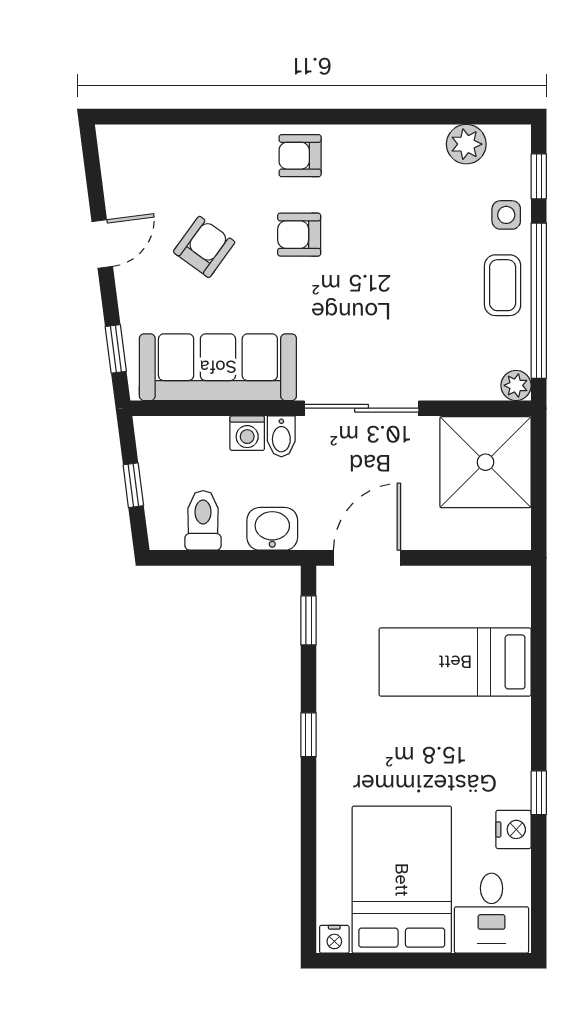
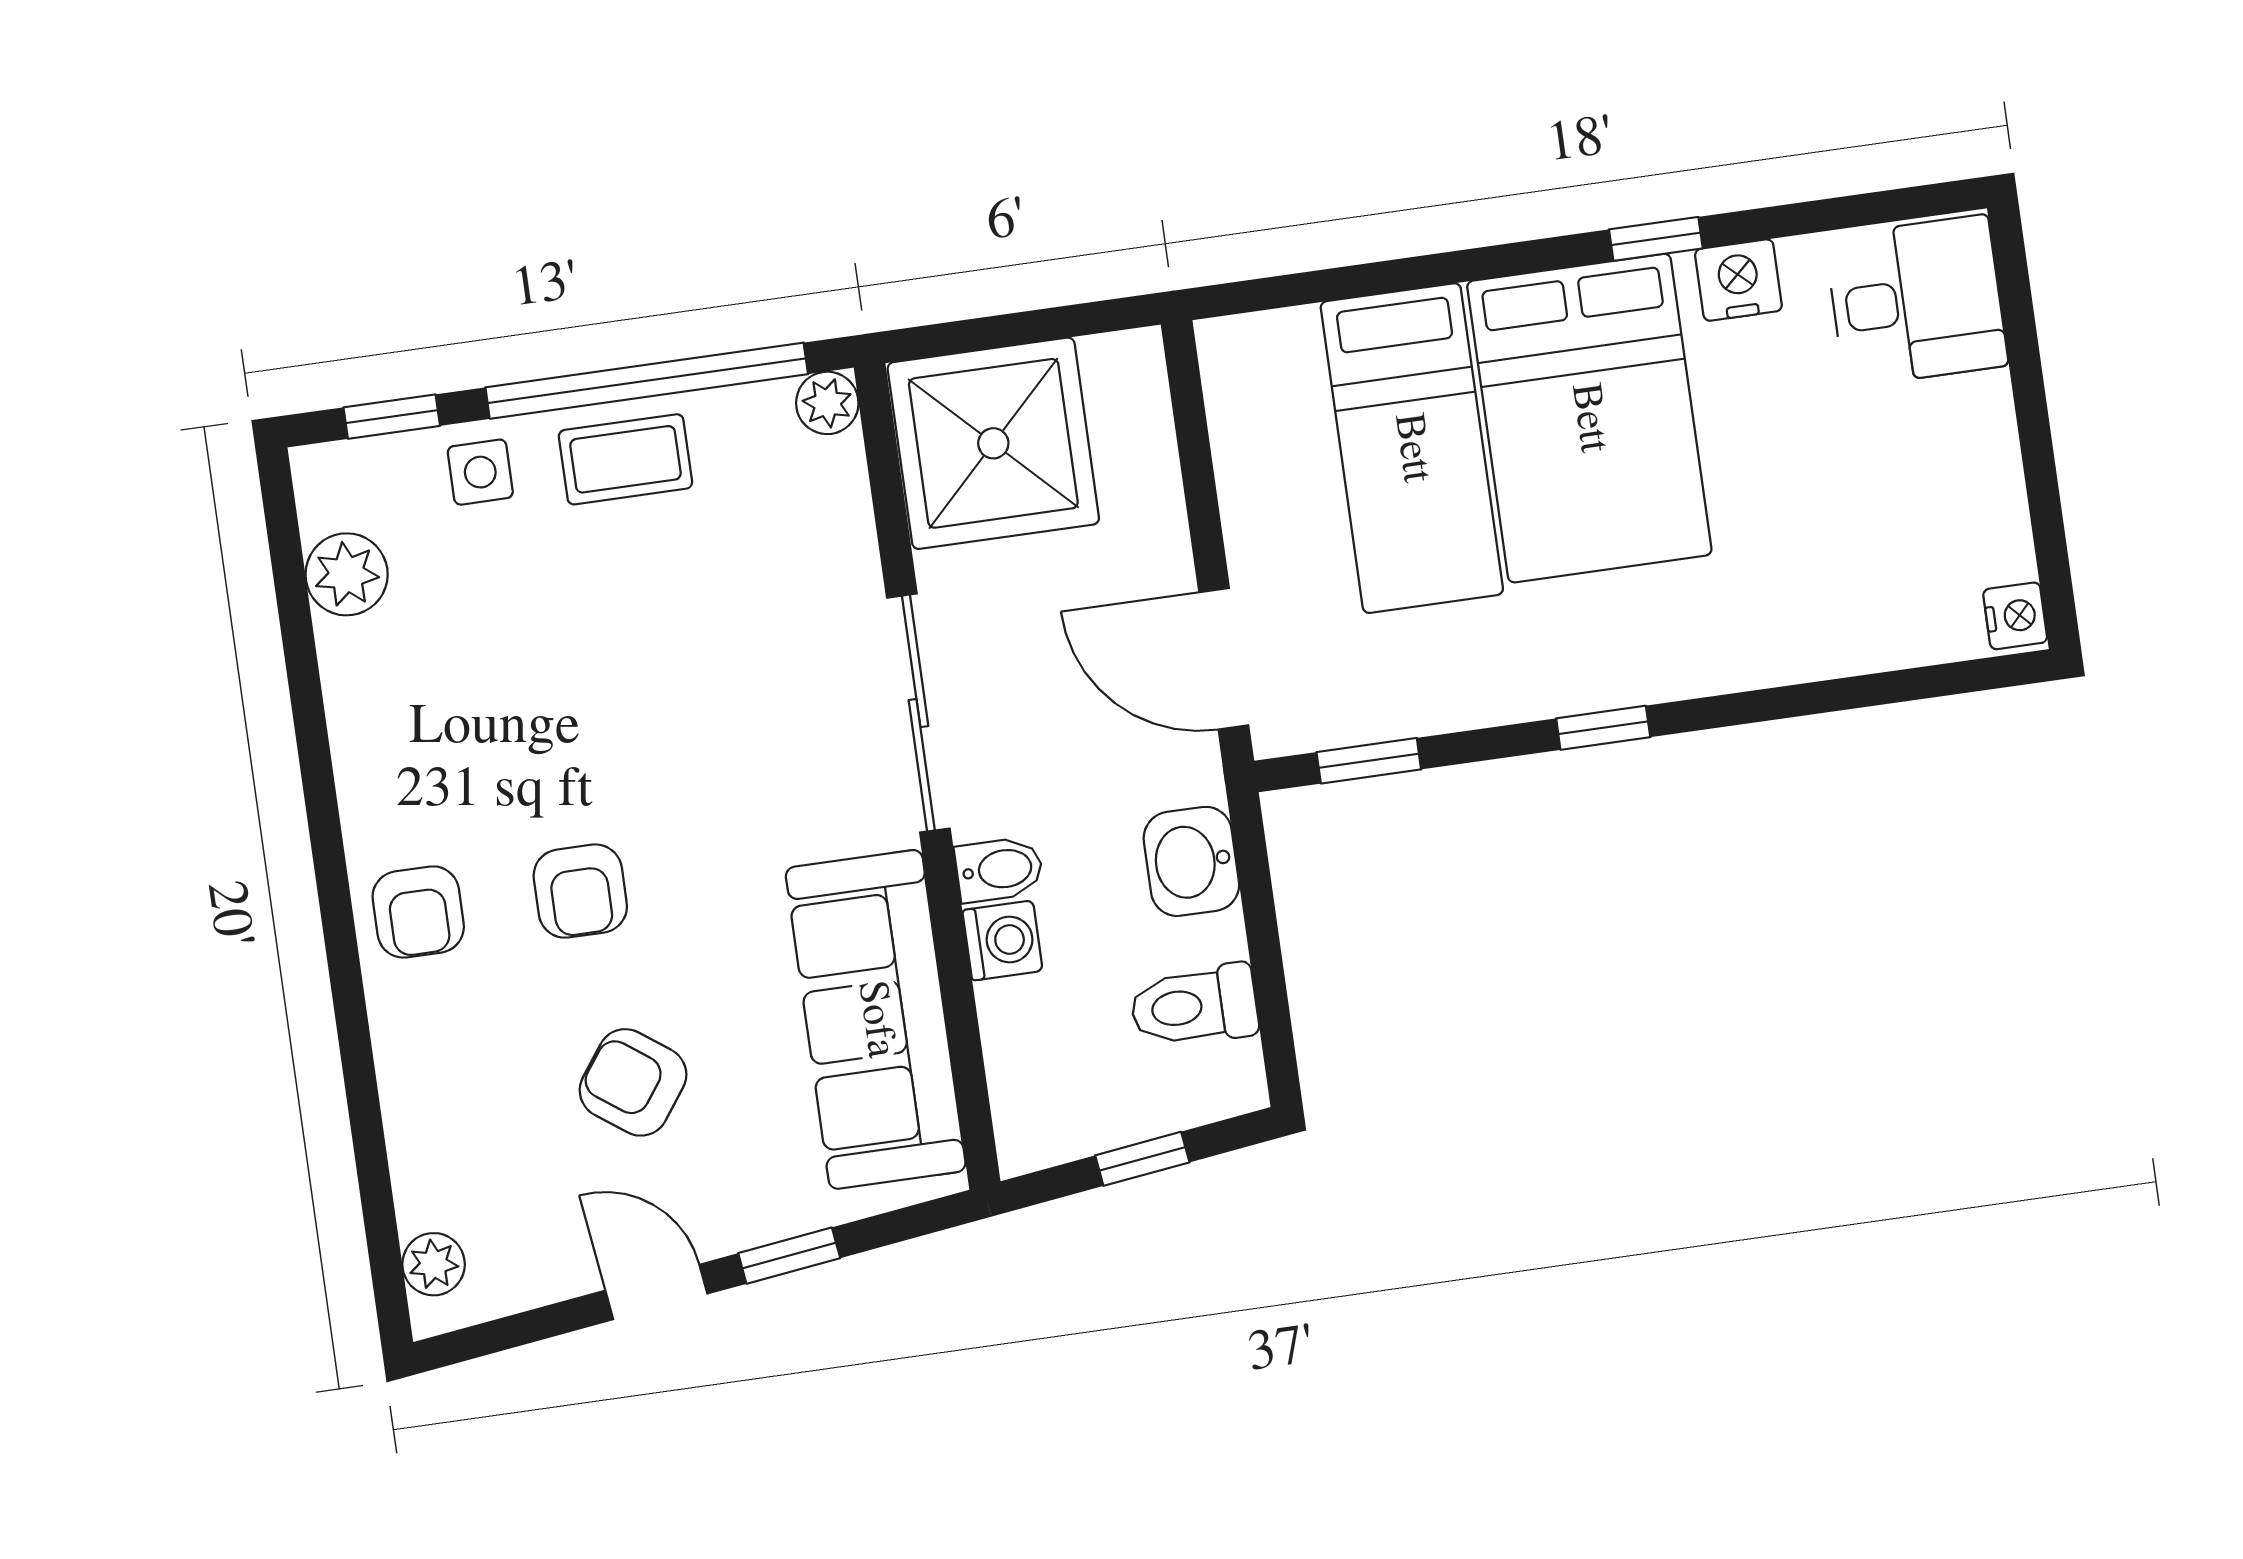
plant: (131, 139) -> (434, 1264), added
window: (116, 349) -> (789, 1256), moved
bed: (402, 880) -> (1589, 418), moved, turned -90

